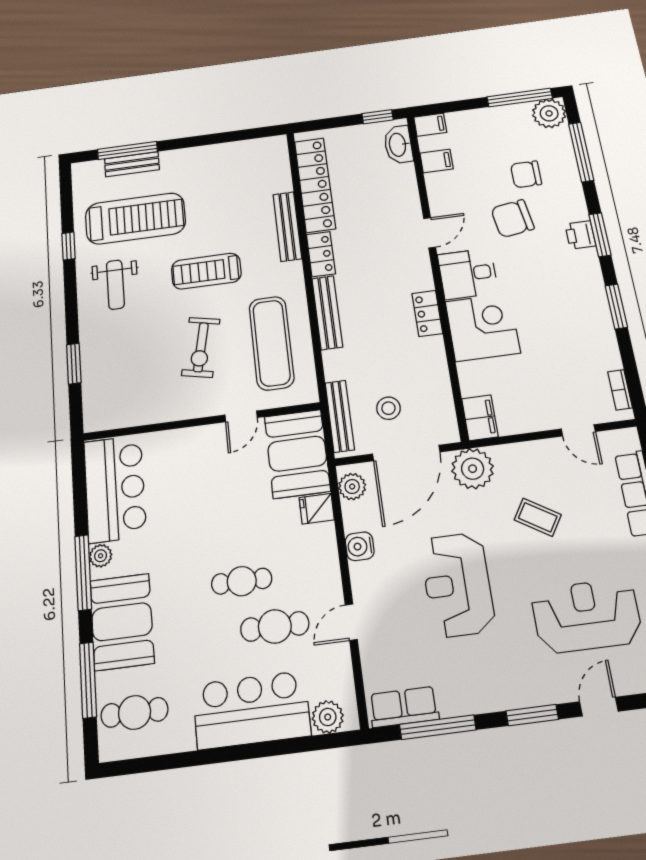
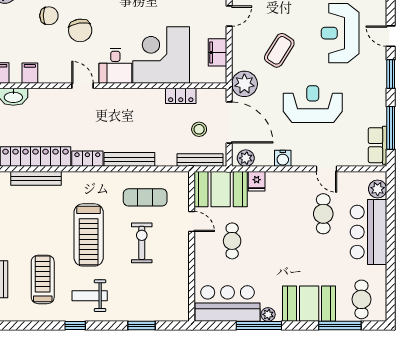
chair: (526, 174) -> (49, 16), turned -90
treadmill: (135, 218) -> (43, 279), width x0.73, depth x0.73
bench: (287, 226) -> (36, 178), moved
window: (69, 246) -> (75, 326), moved
treadmill: (206, 271) -> (89, 235), width x1.37, depth x1.38
weight bench: (115, 285) -> (90, 296), turned 180
locker: (427, 313) -> (181, 96), moved
corner desk: (483, 327) -> (161, 55), width x1.36, depth x1.36
exercise mat: (271, 343) -> (145, 197), width x0.73, depth x0.69
exercise bike: (201, 347) -> (142, 243), turned -102
filing cabinet: (480, 418) -> (218, 52), moved, turned -90
coffee table: (538, 517) -> (279, 50), width x1.36, depth x1.30
window: (83, 572) -> (259, 326), moved
cafe table: (242, 581) -> (232, 241), moved
reception desk: (457, 585) -> (313, 104), turned 180

